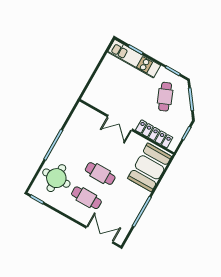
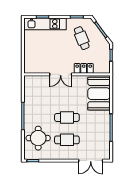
locker: (154, 134) -> (84, 68), width x0.66
double door: (99, 235) -> (91, 161), swing flipped

